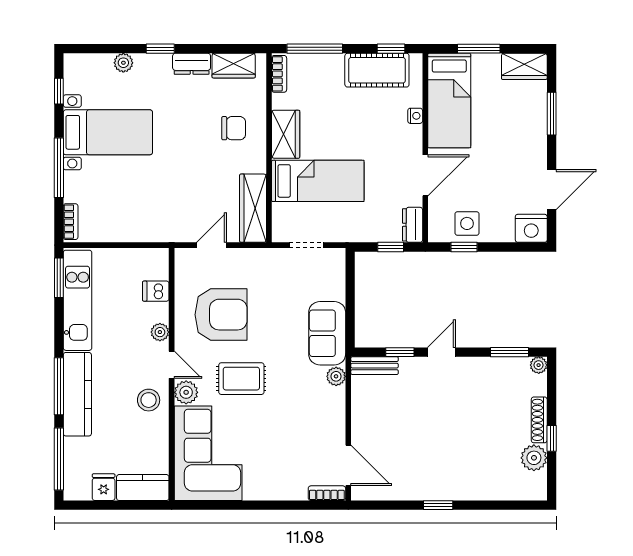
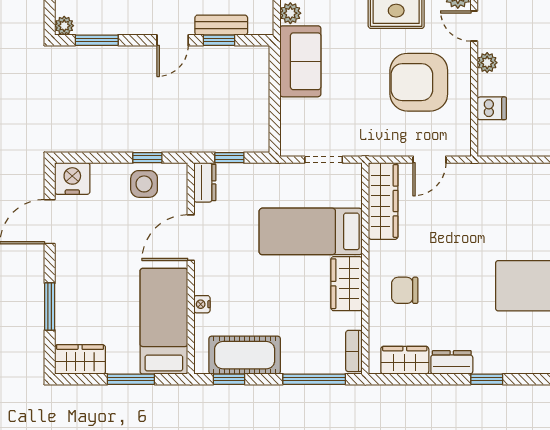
plant: (123, 63) -> (528, 363), removed
bench: (375, 366) -> (221, 25), moved

